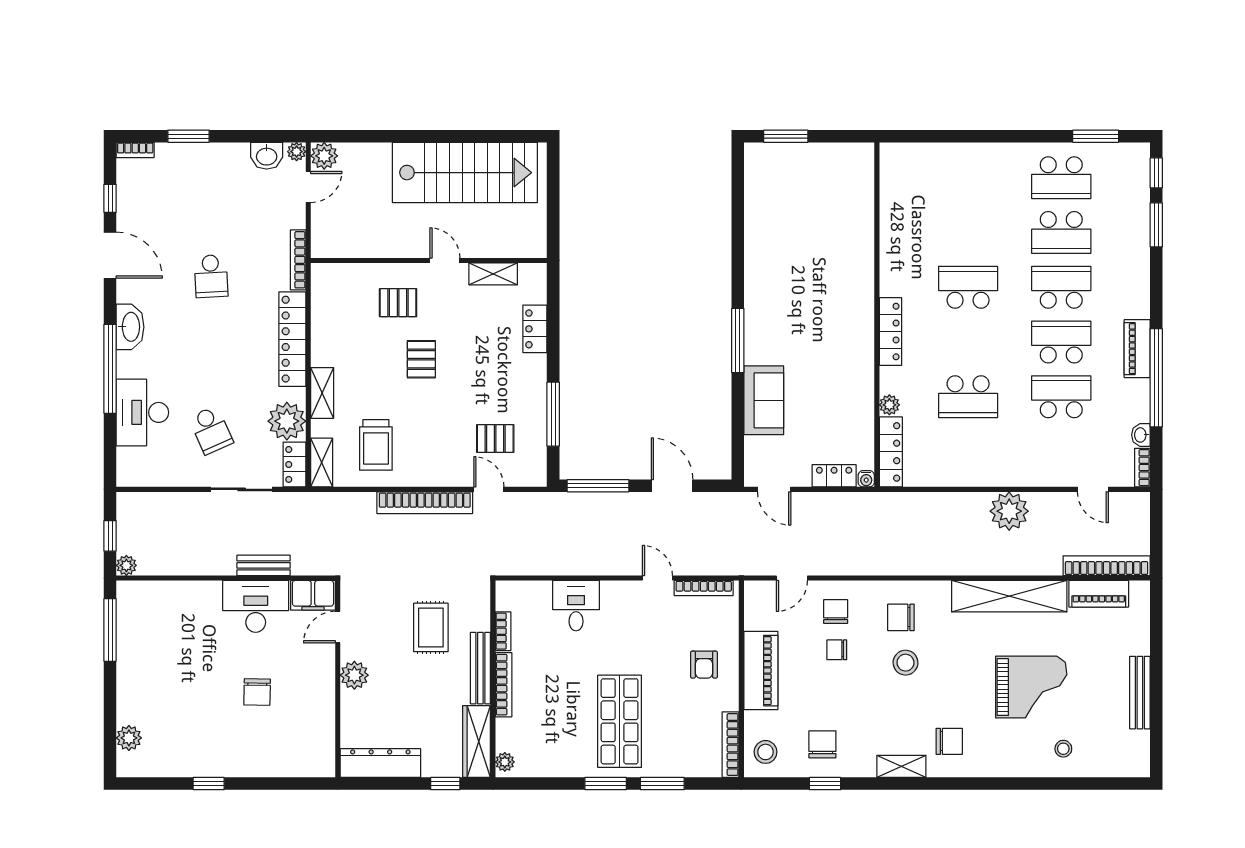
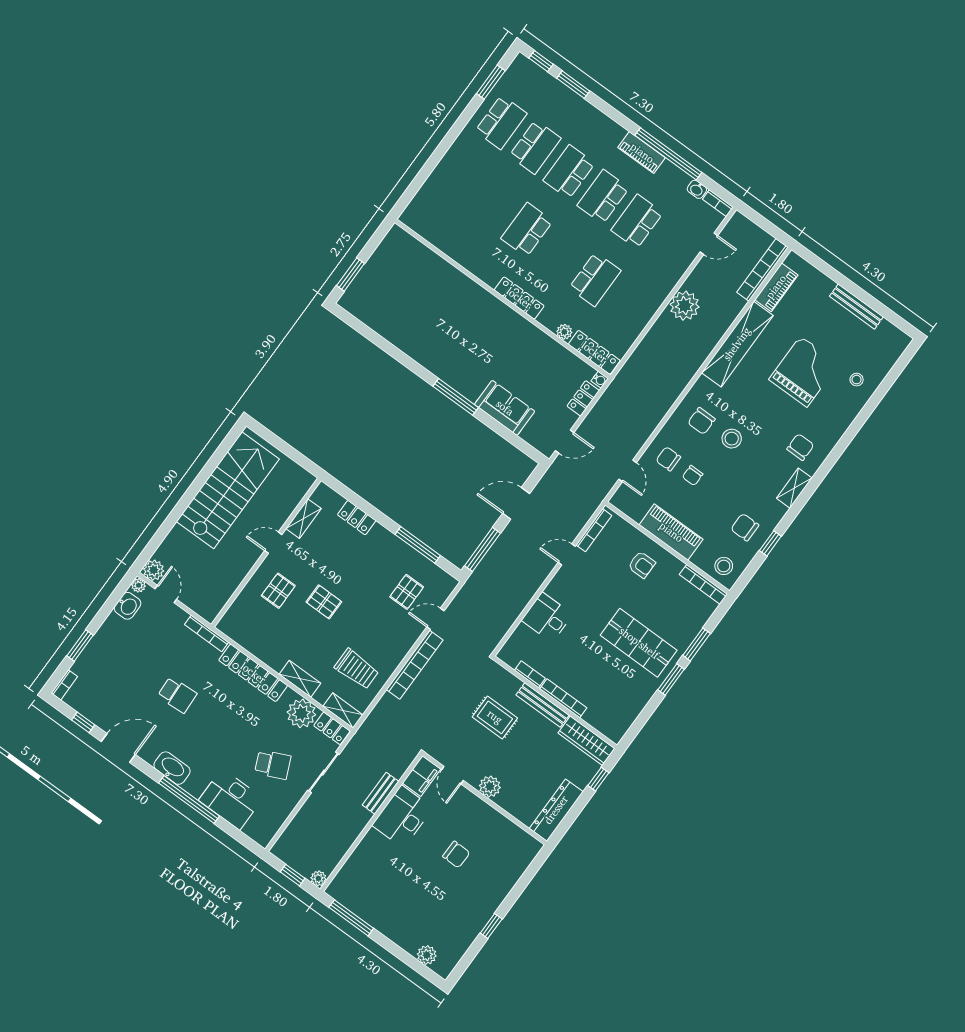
plant: (505, 762) -> (612, 732), removed

